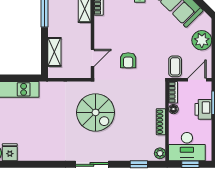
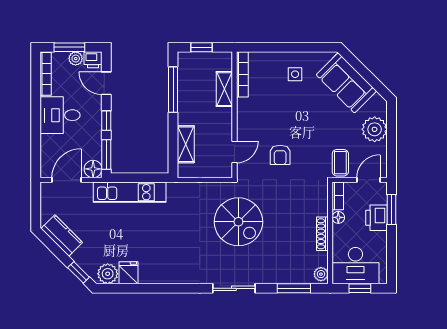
window: (139, 164) -> (294, 288), width x1.50

